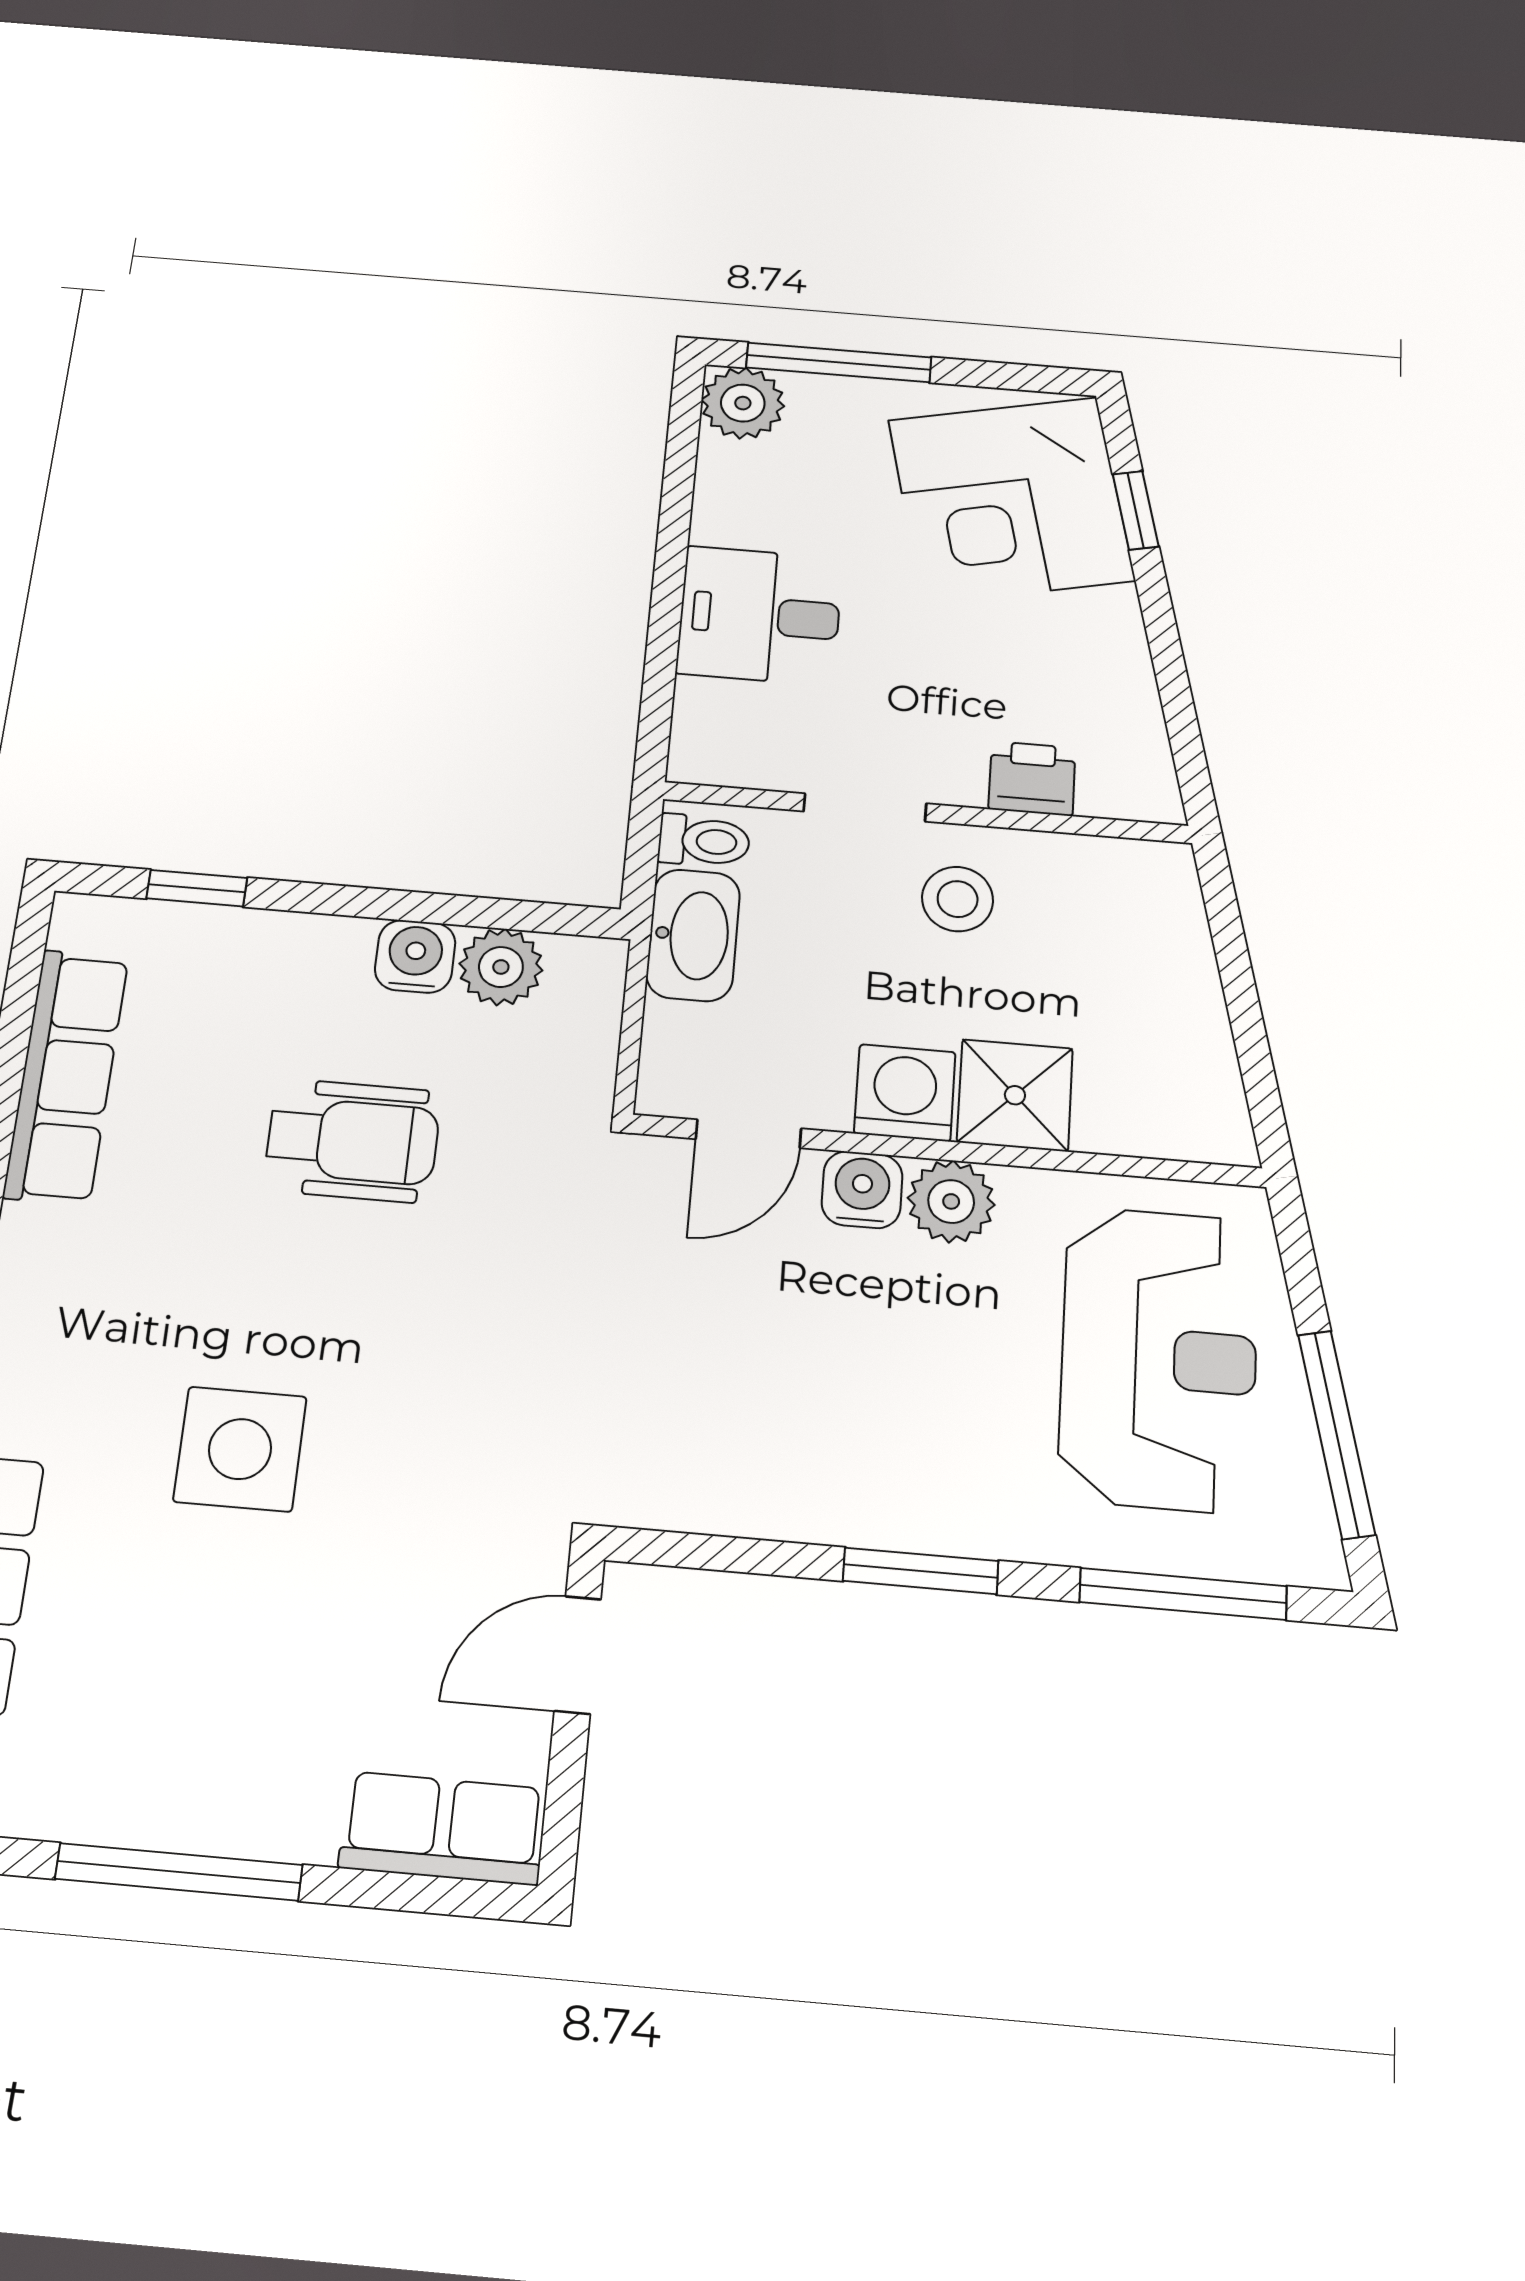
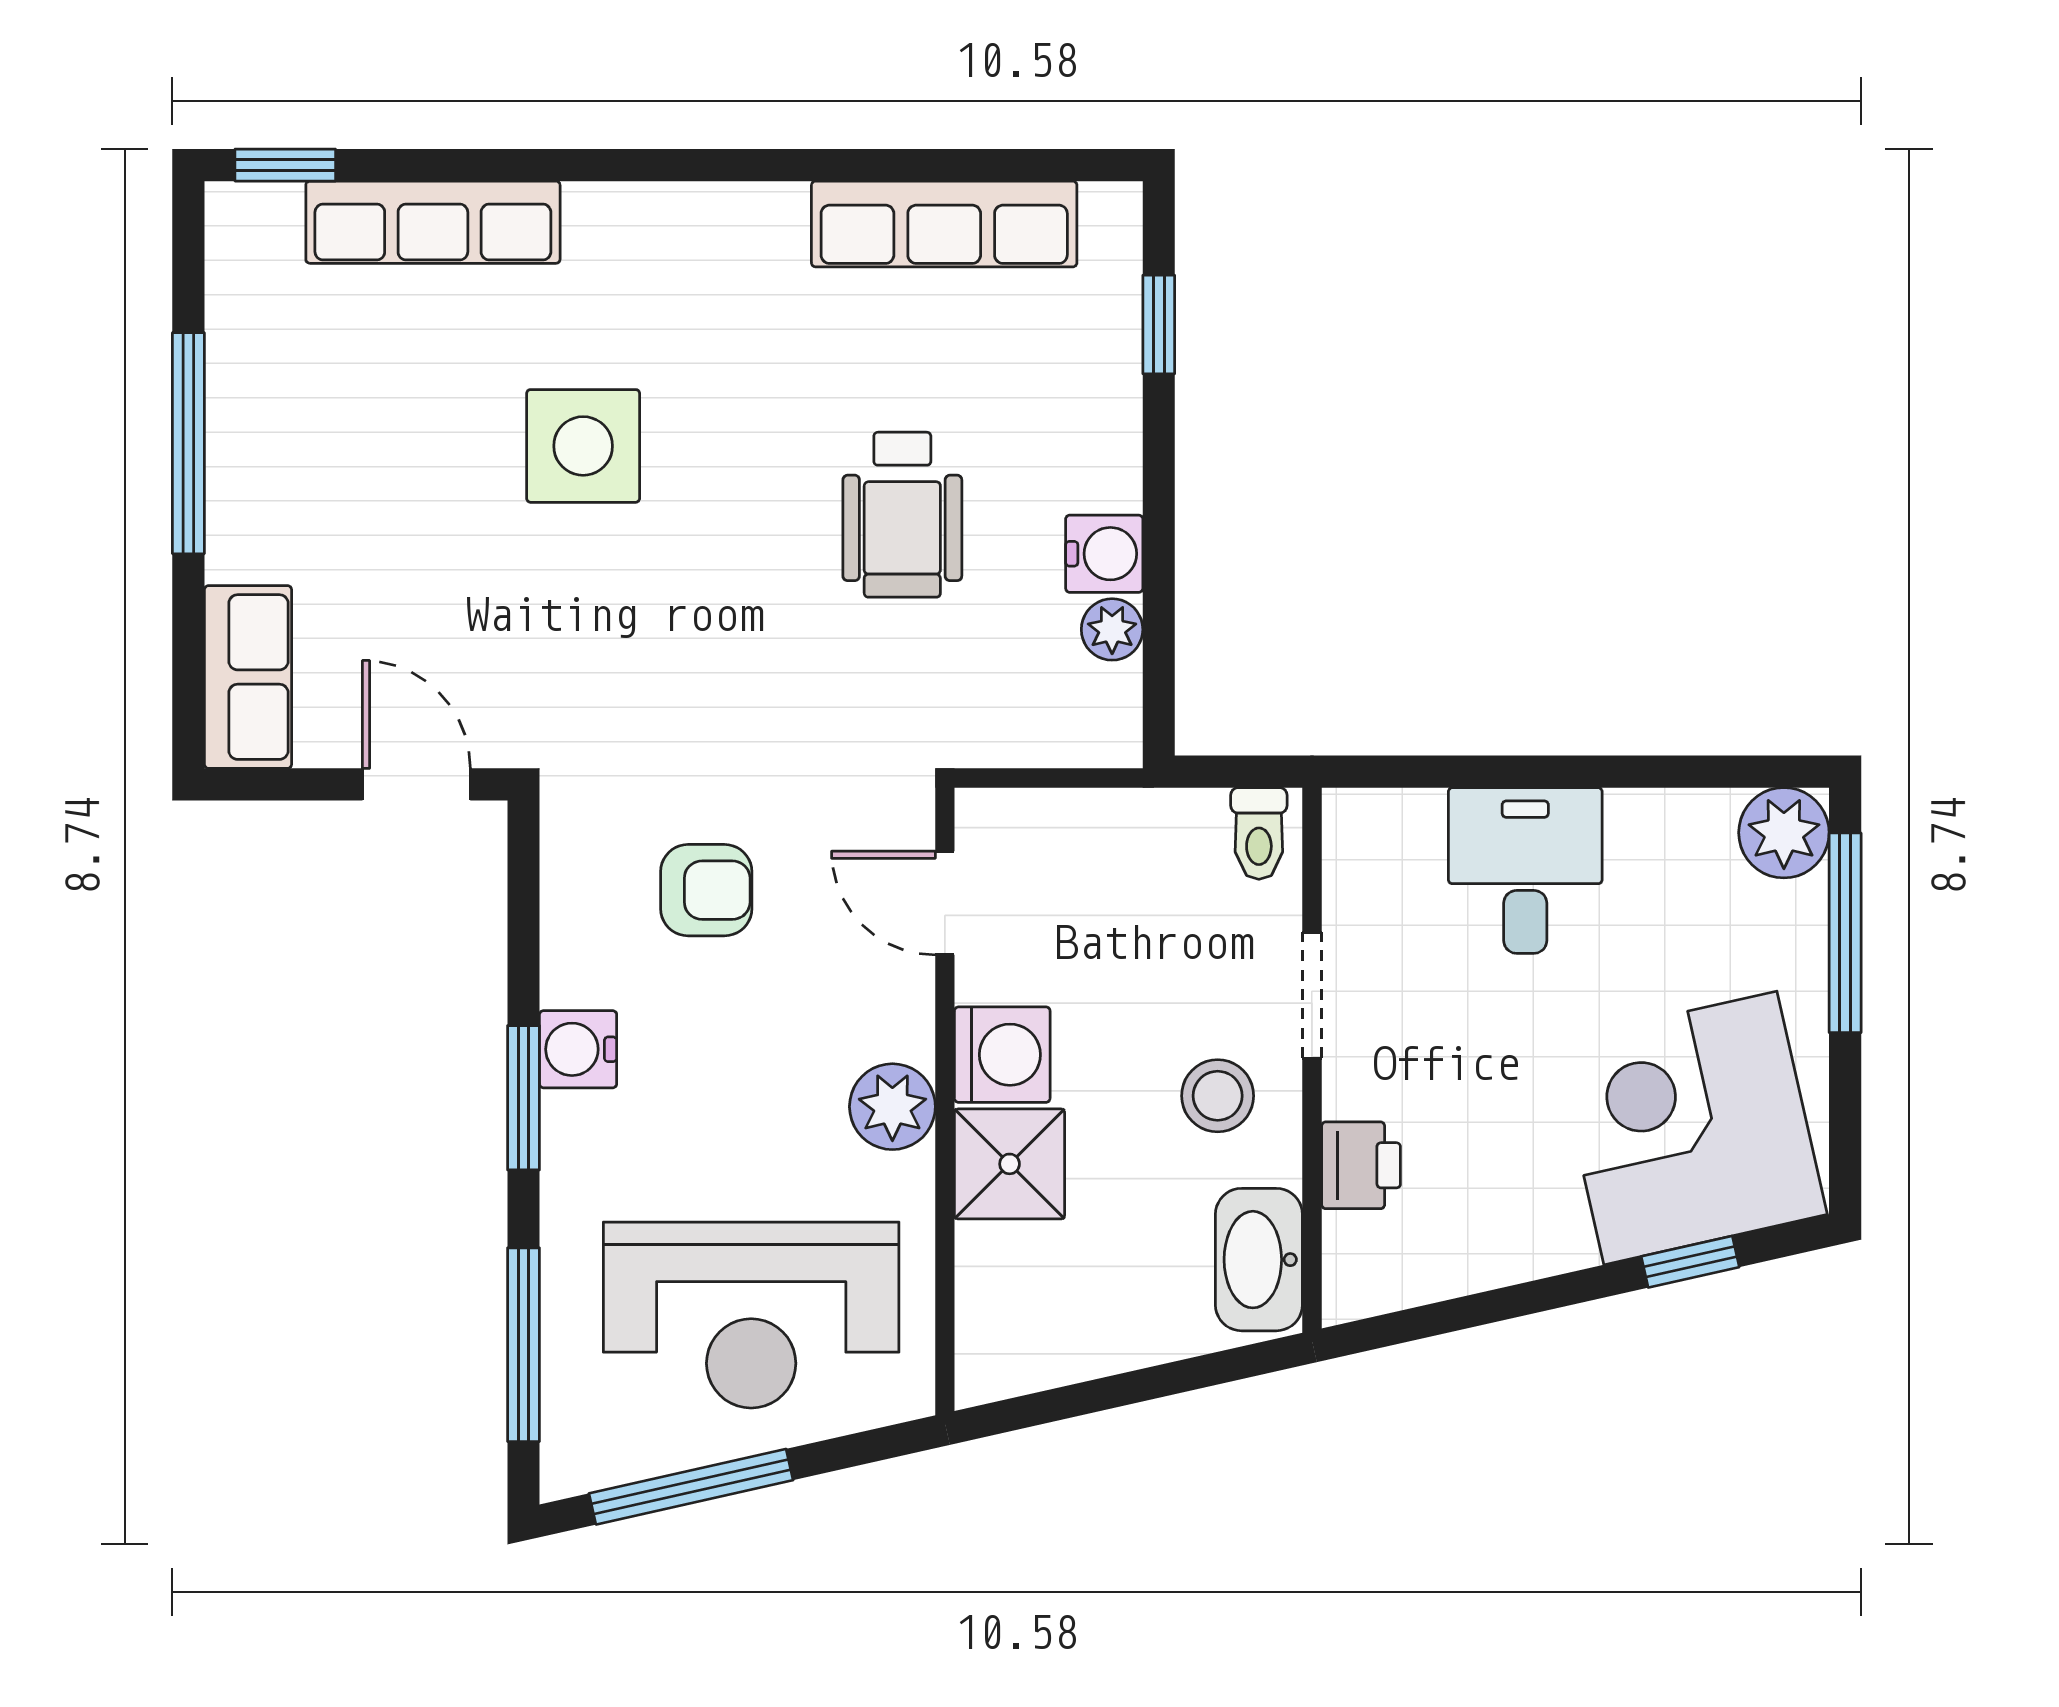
washbasin: (693, 935) -> (1259, 1260), moved, turned 90
plant: (501, 967) -> (1112, 629), width x0.73, depth x0.73
water cooler: (862, 1190) -> (578, 1049), moved, turned 180
armchair: (716, 1365) -> (706, 890), added

